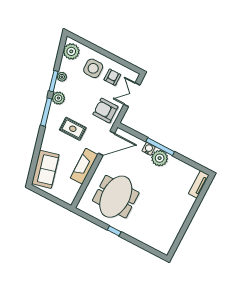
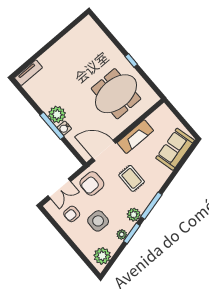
side table: (93, 68) -> (98, 221), moved
armchair: (105, 110) -> (92, 184), turned 90

